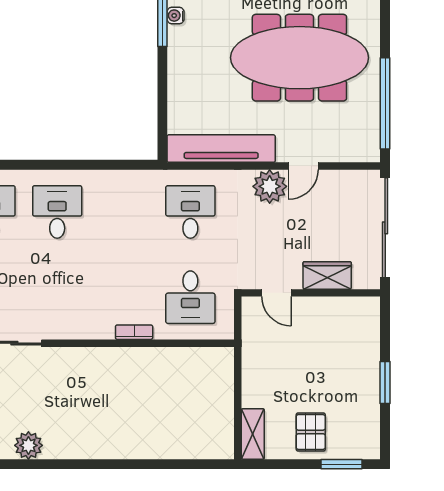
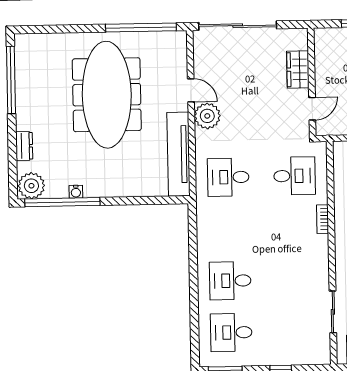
wardrobe: (327, 275) -> (298, 69), moved
door: (276, 293) -> (312, 109), moved
wall: (311, 293) -> (312, 82), moved

